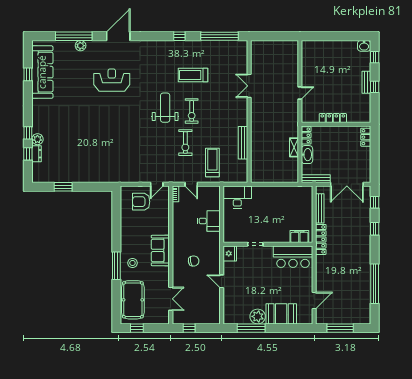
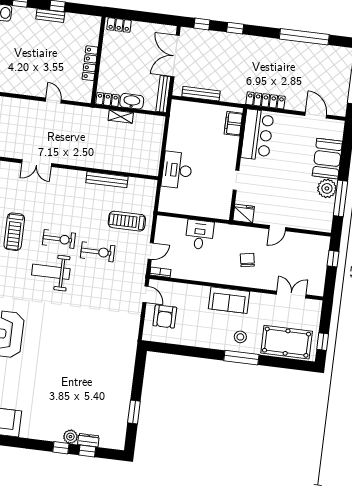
double door: (347, 184) -> (175, 56), swing flipped
desk: (237, 197) -> (177, 170), moved
locker: (321, 239) -> (266, 100), moved
window: (189, 328) -> (333, 259), moved

